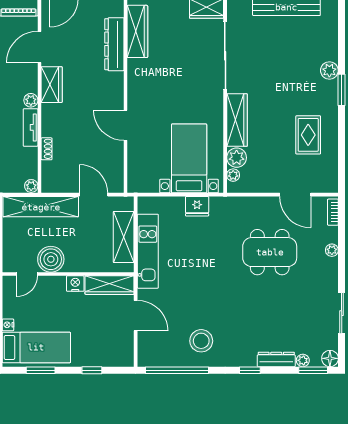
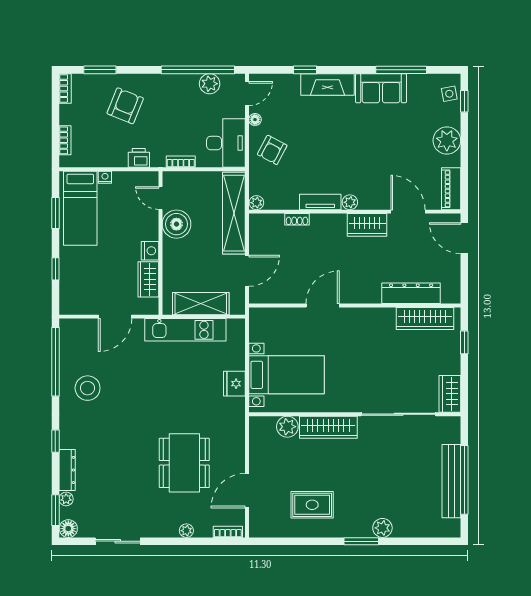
plant: (233, 175) -> (268, 423), removed
wardrobe: (110, 285) -> (148, 279), width x0.67

